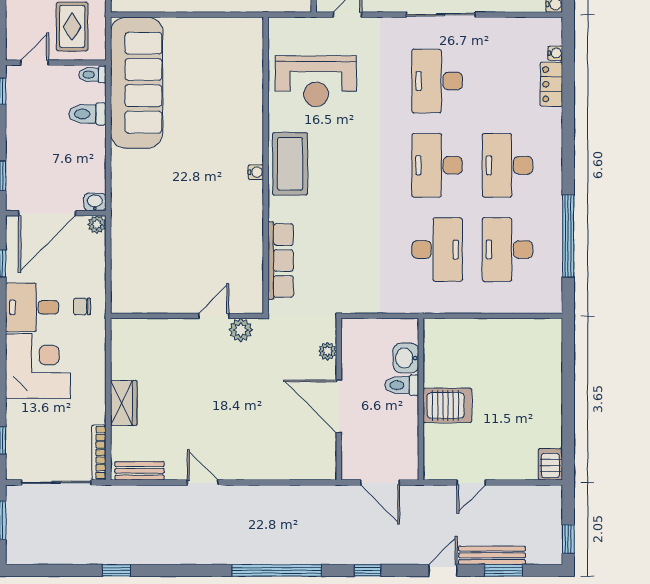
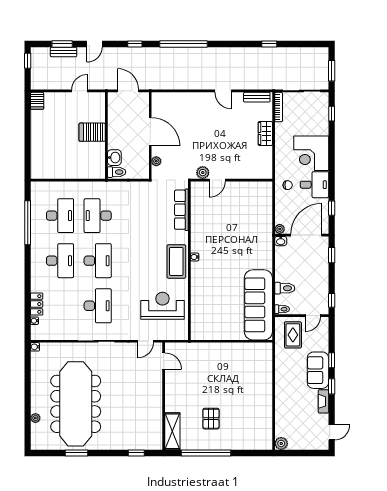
toilet: (402, 385) -> (117, 172), moved
bench: (492, 555) -> (64, 52), width x0.73

